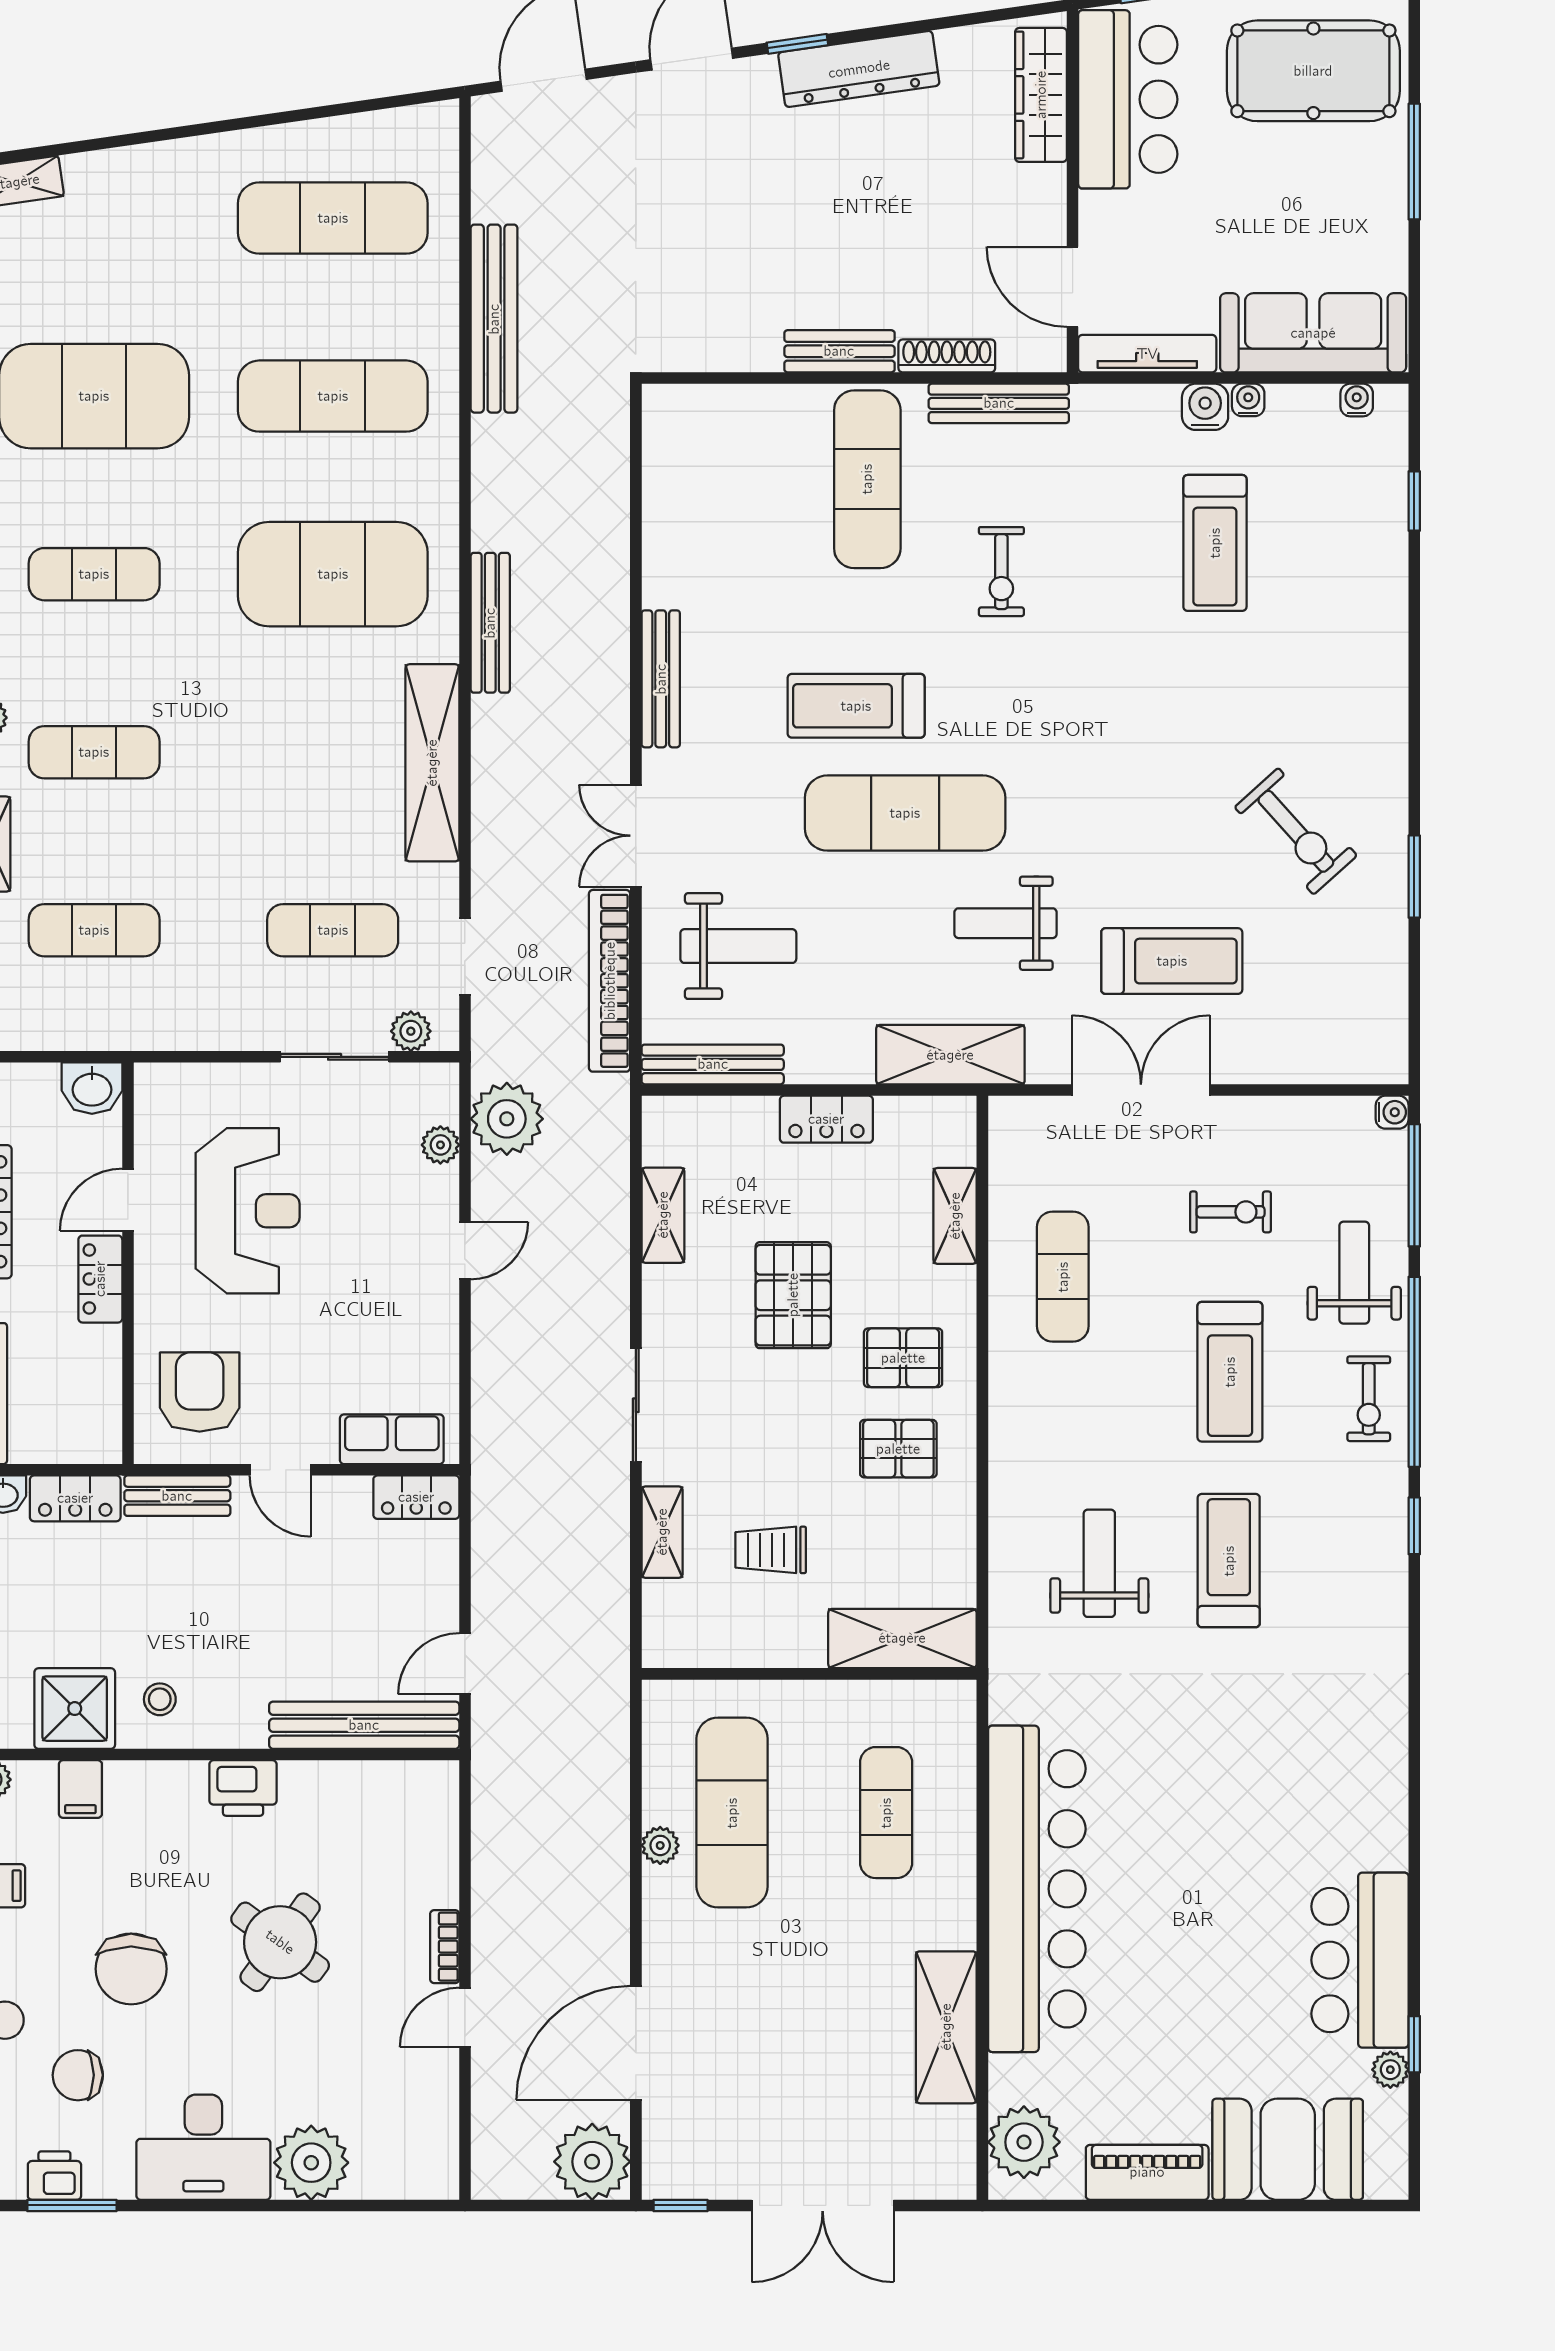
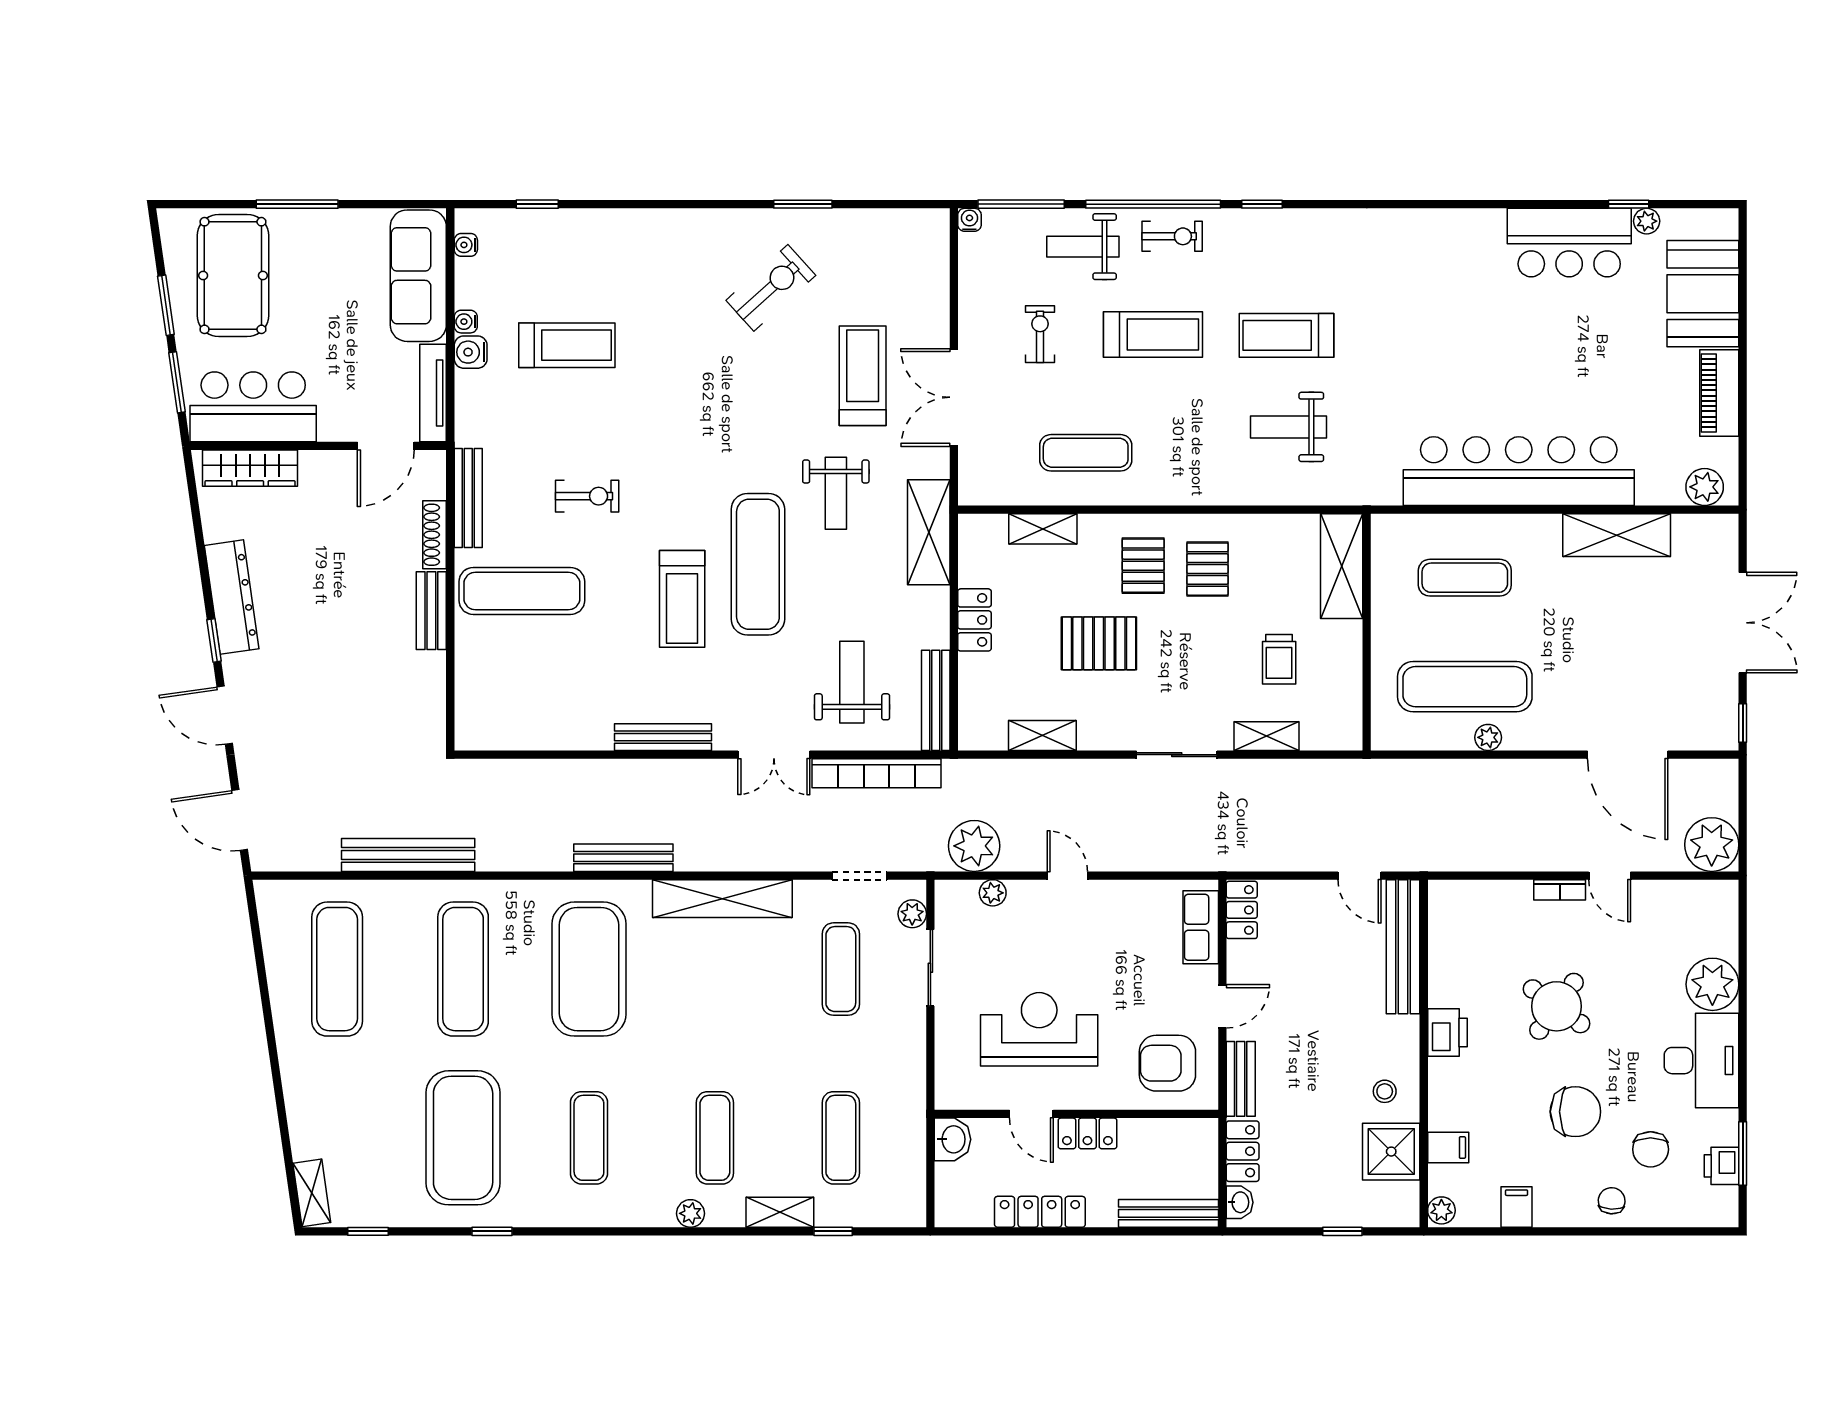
plant: (1024, 2142) -> (1705, 487), width x0.73, depth x0.73
plant: (592, 2162) -> (1712, 845), moved

